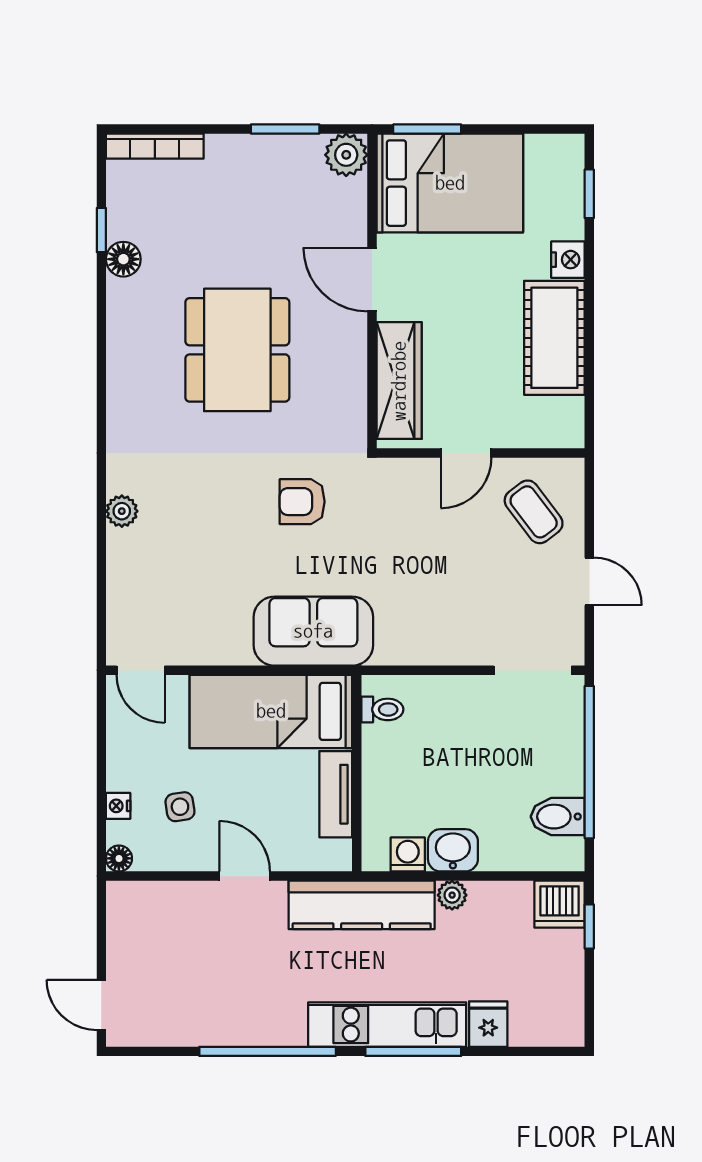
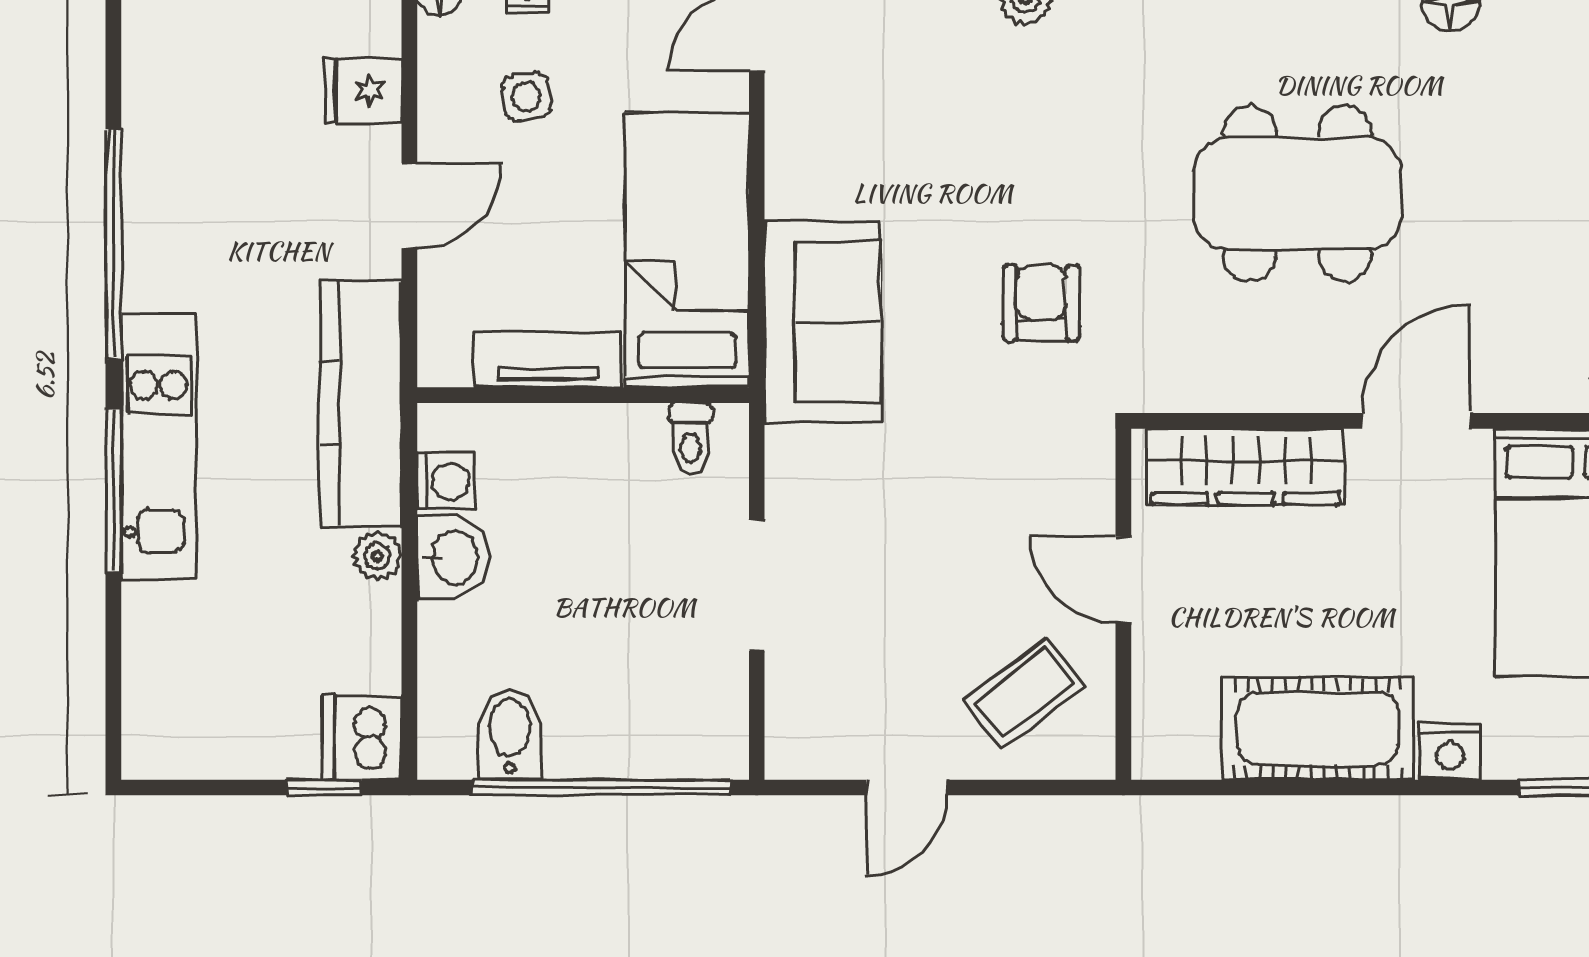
doorway: (533, 670) -> (757, 585), moved
fridge: (488, 1024) -> (363, 90), moved, turned 180

